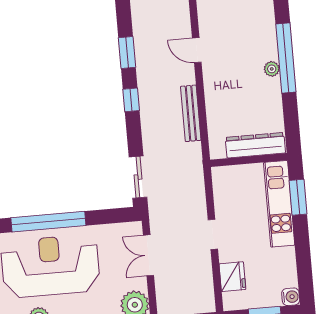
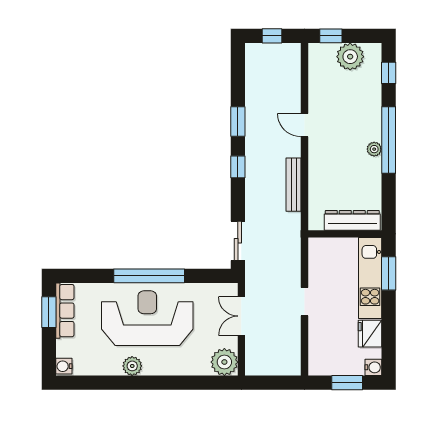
fridge: (232, 277) -> (370, 334), moved, turned 180

